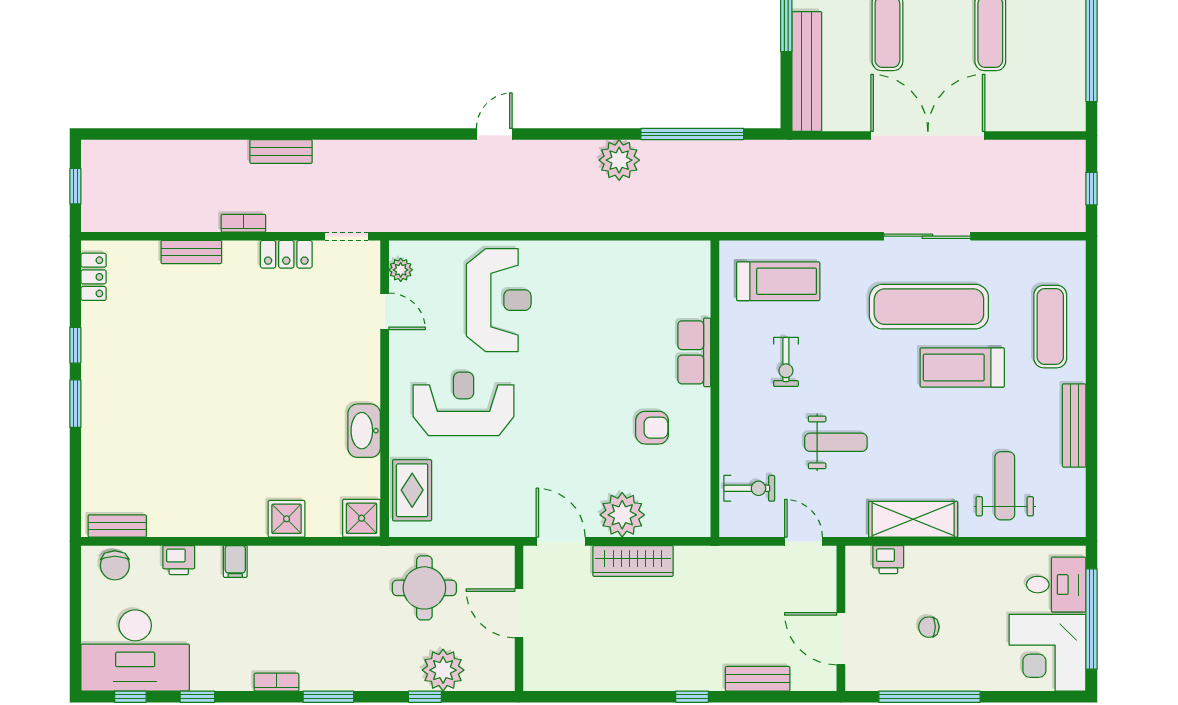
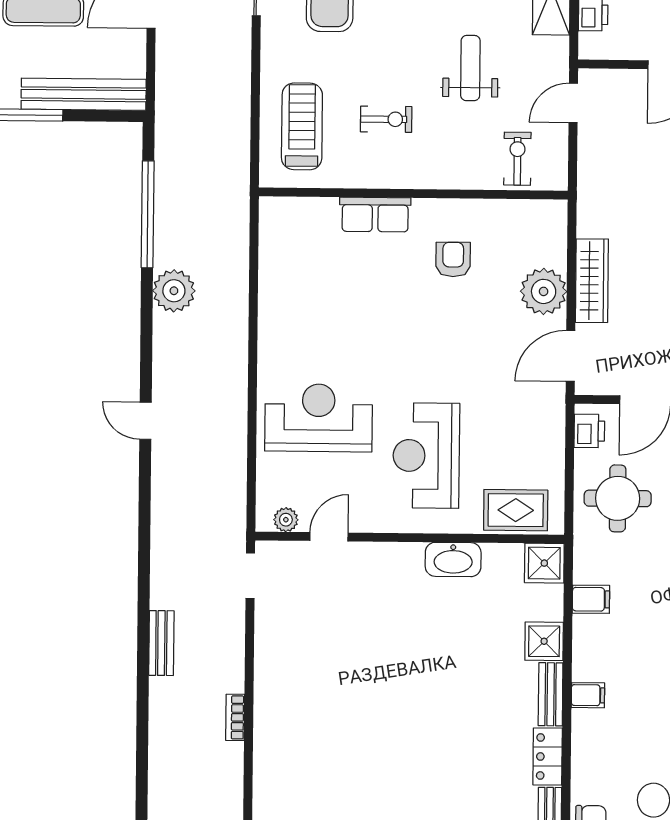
bookcase: (243, 223) -> (235, 717), moved
bench: (191, 252) -> (551, 694), moved
locker: (286, 254) -> (548, 757), moved, turned 180
printer: (179, 560) -> (589, 431), moved
filing cabinet: (327, 563) -> (591, 599), added

